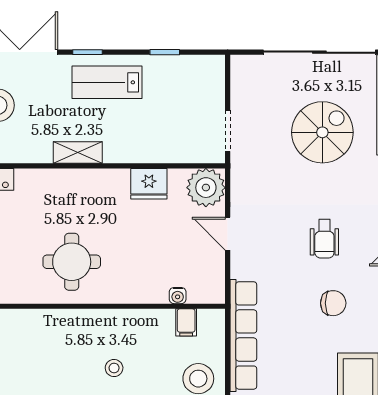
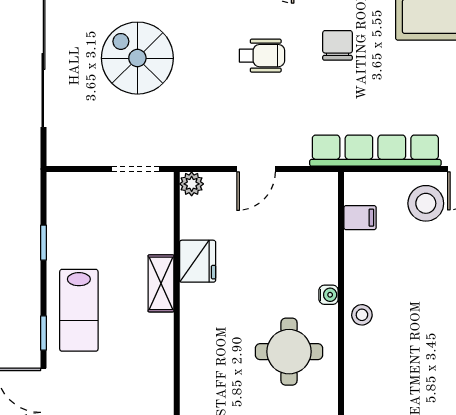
shelving: (78, 152) -> (161, 283), moved
plant: (206, 188) -> (192, 184), width x0.53, depth x0.53
water cooler: (178, 296) -> (329, 295), moved
stool: (114, 368) -> (362, 315), moved

